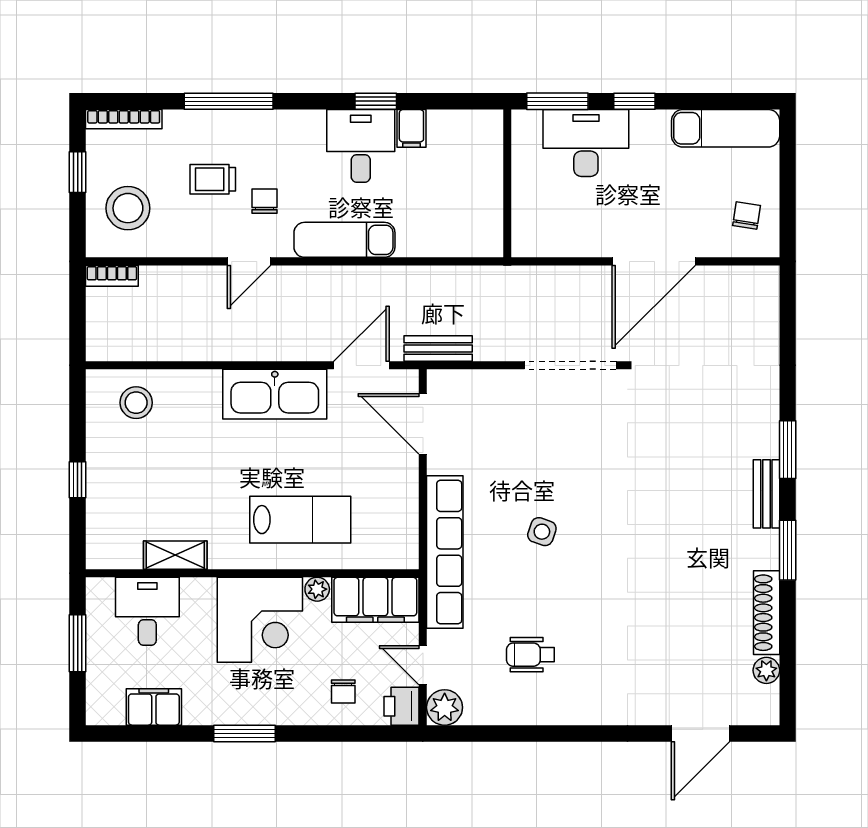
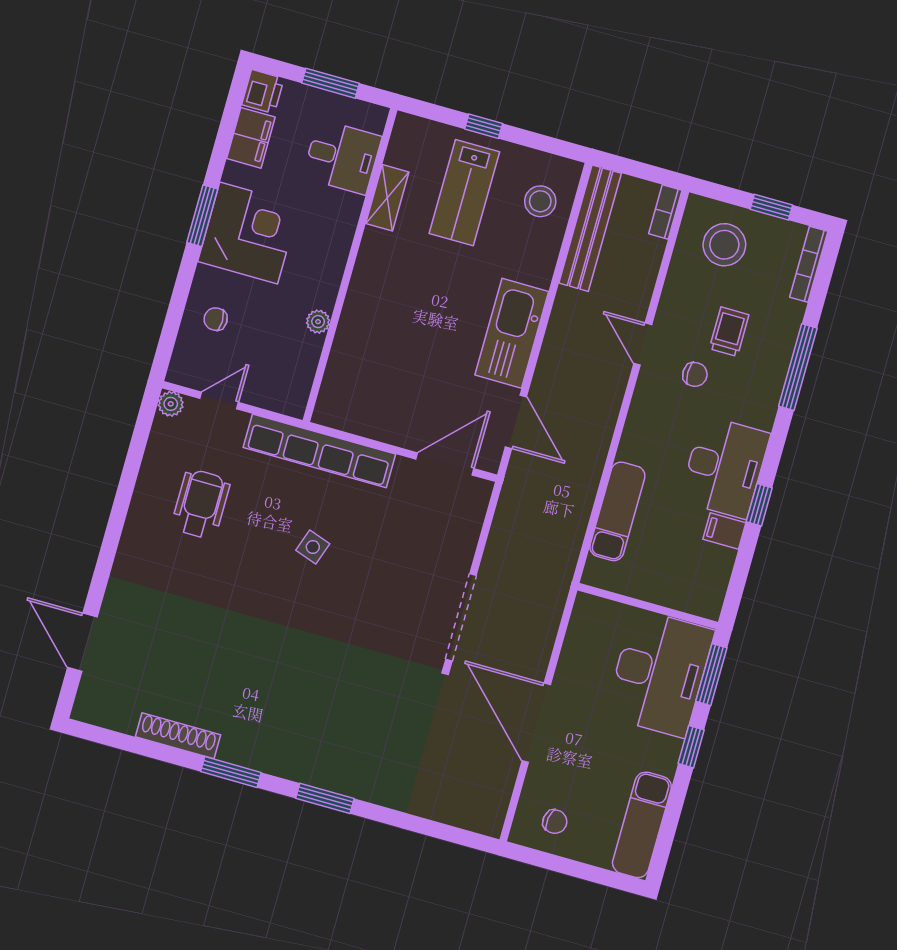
desk: (586, 143) -> (660, 673), width x1.36, depth x1.30
desk: (361, 146) -> (725, 467), width x1.37
exam couch: (344, 240) -> (617, 511), moved
bench: (438, 348) -> (590, 228), moved, width x1.86, depth x1.21
bench: (766, 494) -> (289, 767), removed
lab bench: (300, 520) -> (464, 193), moved
filing cabinet: (375, 600) -> (293, 373), removed
corner desk: (260, 620) -> (249, 233), moved, turned 180
wheelchair: (531, 655) -> (201, 504), width x1.36, depth x1.37
plant: (766, 670) -> (124, 720), removed
printer: (402, 706) -> (263, 92), moved, turned 90
plant: (445, 707) -> (171, 404), width x0.73, depth x0.73

